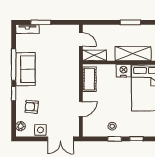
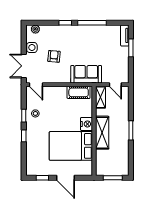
door: (81, 39) -> (115, 85), hinge flipped
sofa: (25, 69) -> (86, 74), moved, turned 180
armchair: (32, 107) -> (54, 56), moved
door: (81, 109) -> (36, 85), moved

